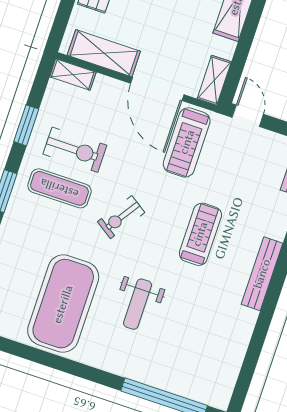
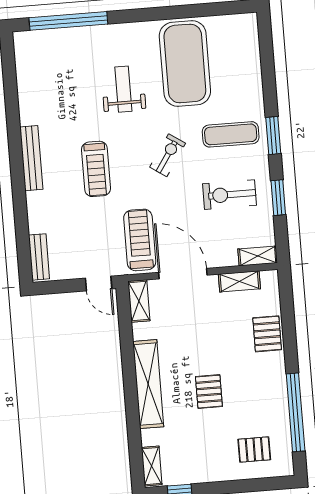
shelving: (104, 53) -> (239, 281), width x0.67, depth x0.75
exercise mat: (59, 188) -> (231, 134), moved

